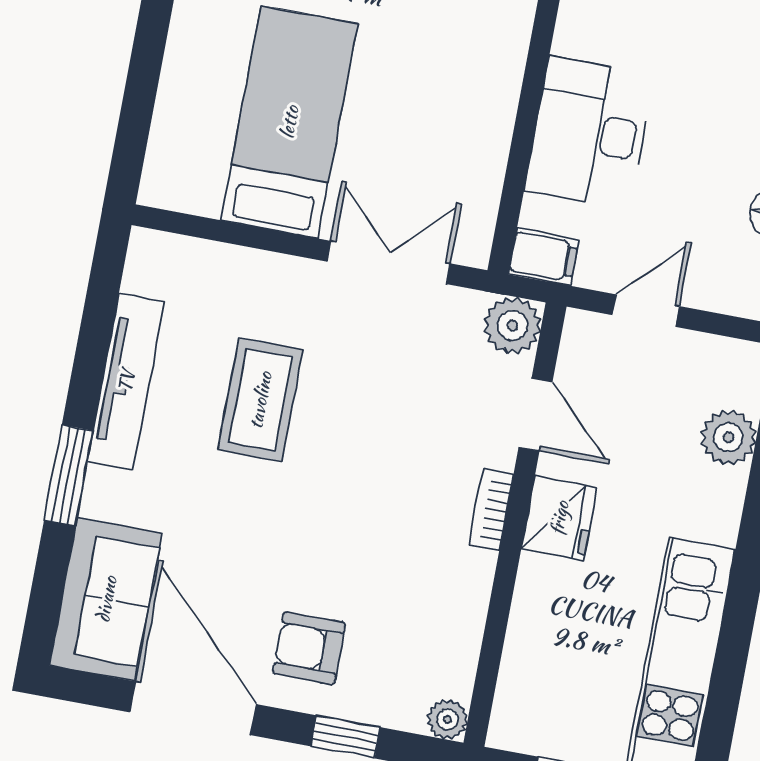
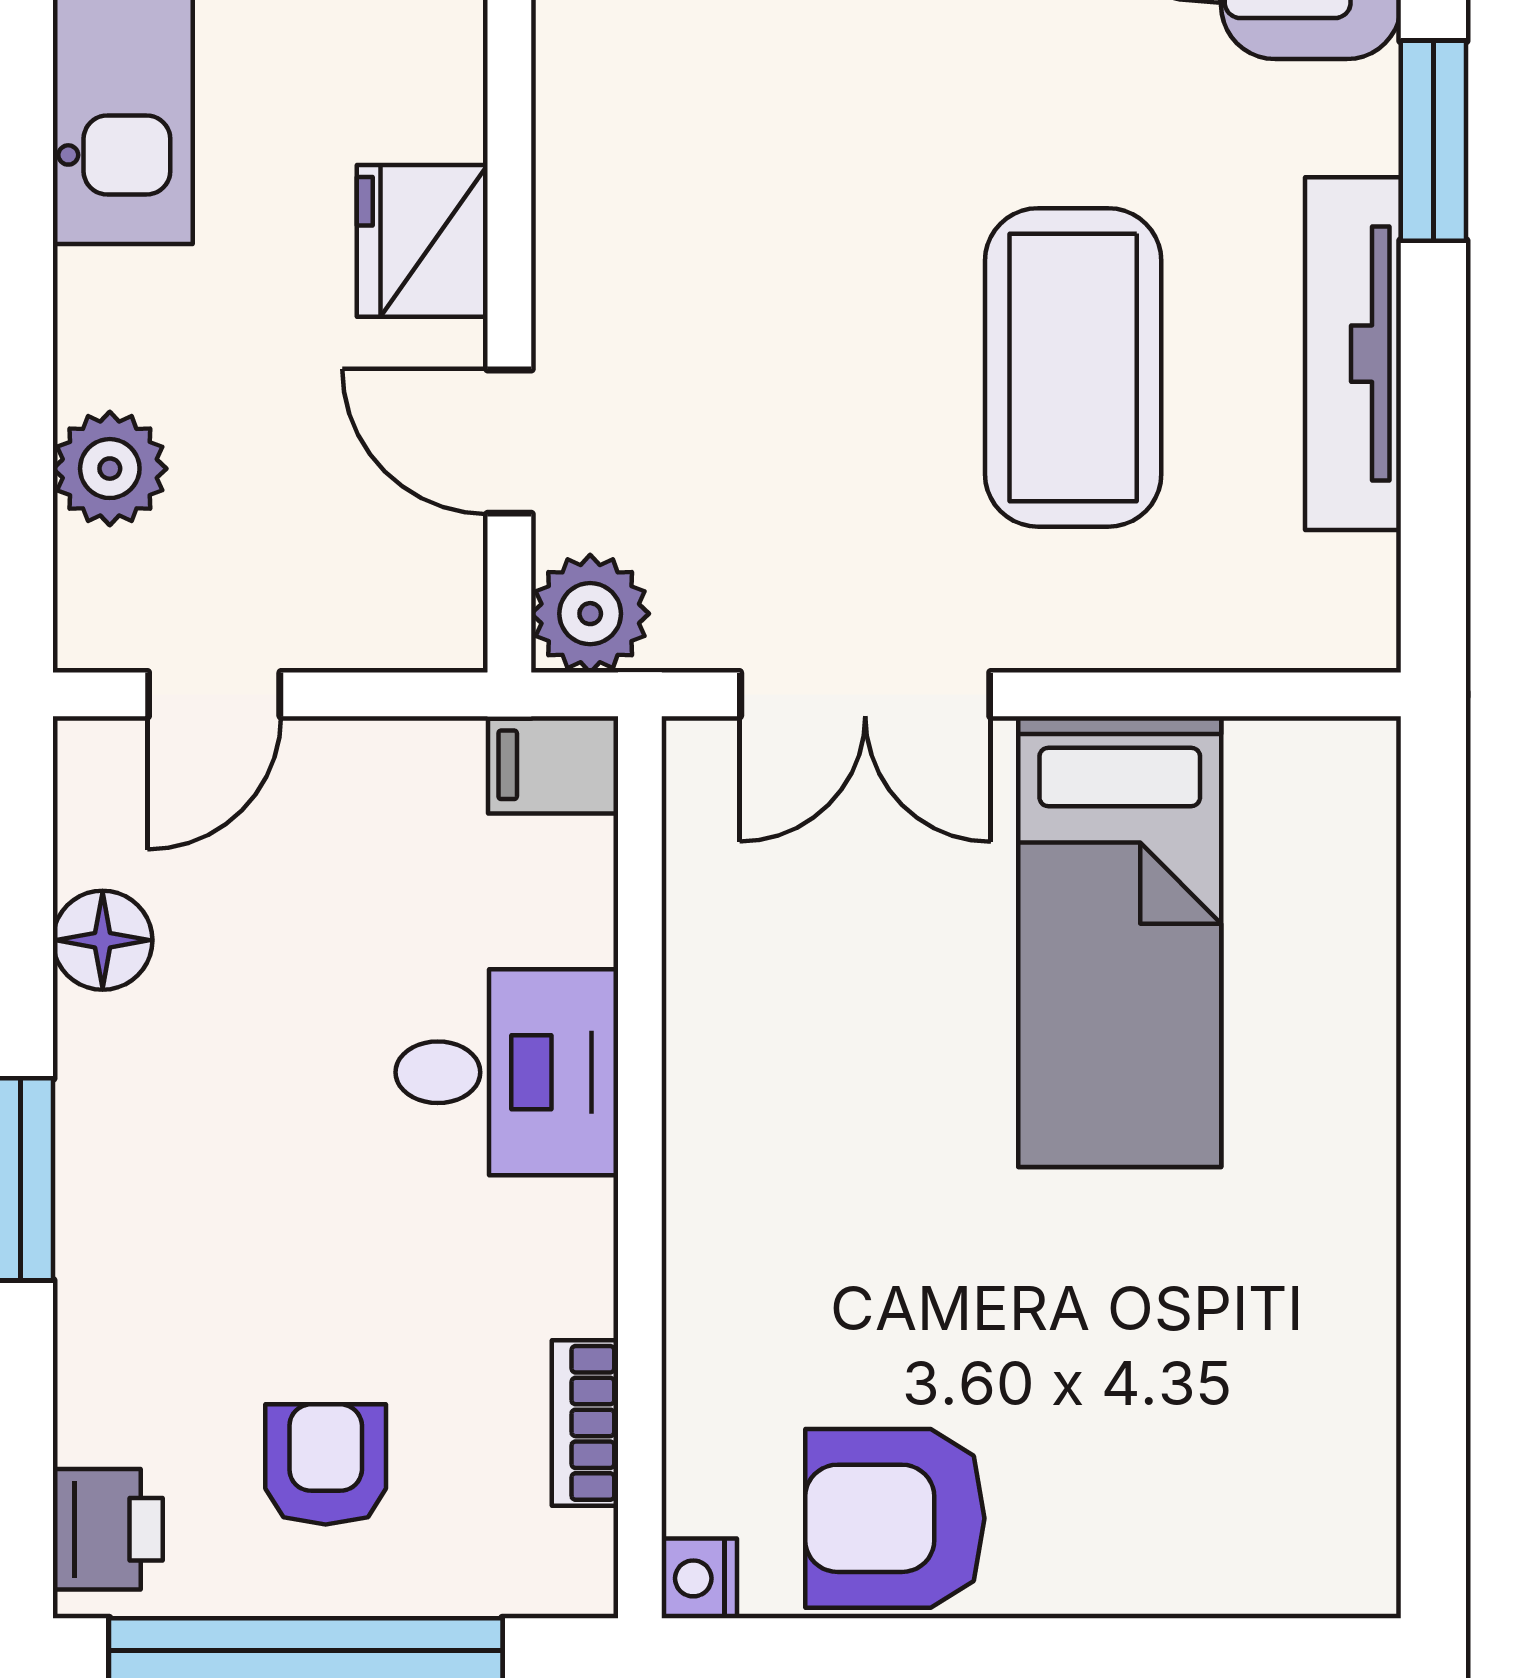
desk: (590, 133) -> (507, 1072), width x0.73
door: (646, 311) -> (214, 694), moved
coffee table: (260, 400) -> (1073, 367), width x1.36, depth x1.32
bookcase: (491, 510) -> (564, 232), removed

